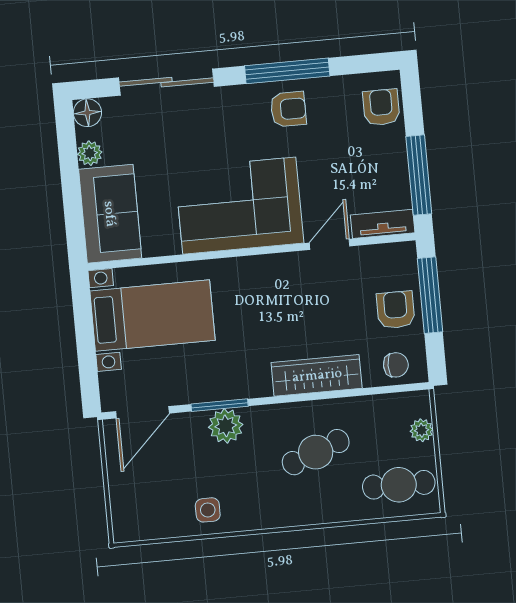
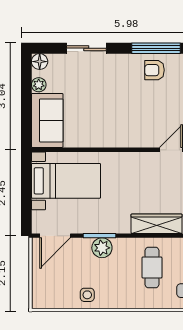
sliding door: (166, 82) -> (86, 48), width x0.73
armchair: (288, 109) -> (154, 70), turned 180
corner sofa: (239, 206) -> (121, 123), removed
cafe table: (316, 452) -> (152, 268), turned -69

